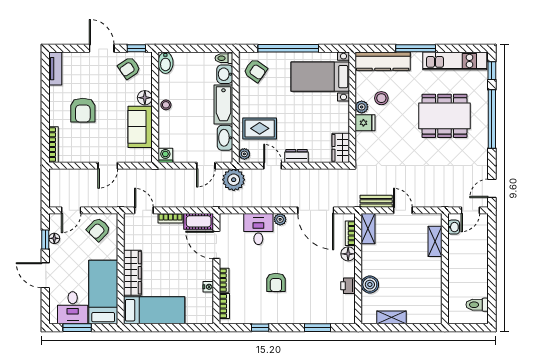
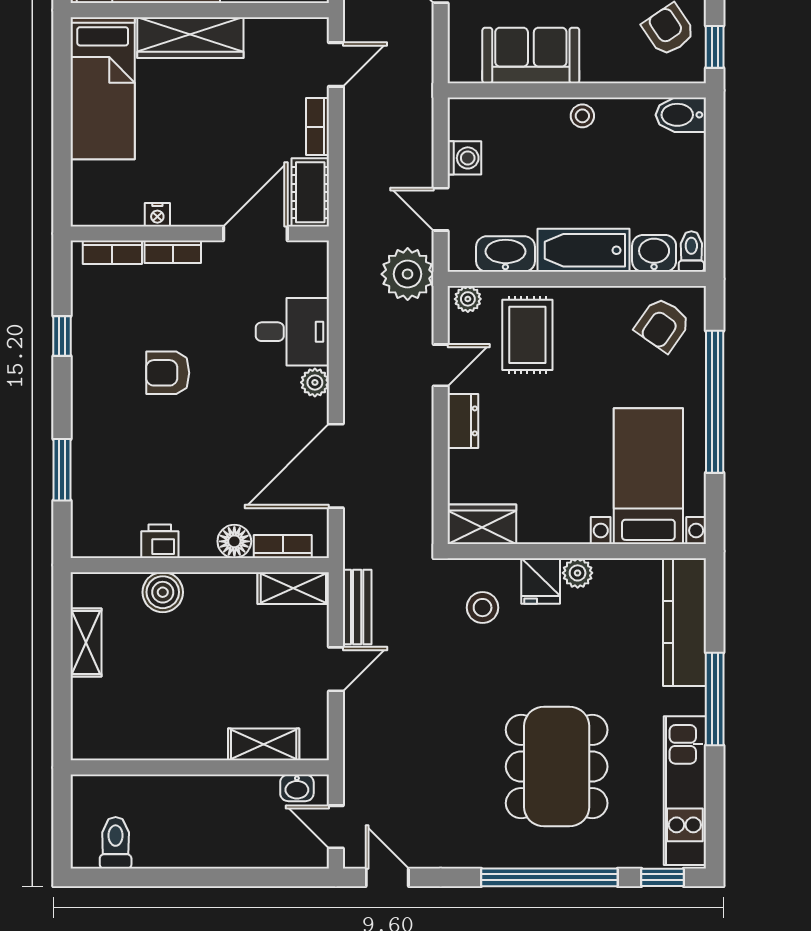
floor lamp: (145, 98) -> (599, 66), removed
stool: (381, 98) -> (483, 608), moved
washing machine: (165, 155) -> (464, 158), moved

